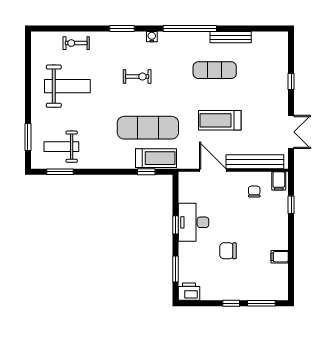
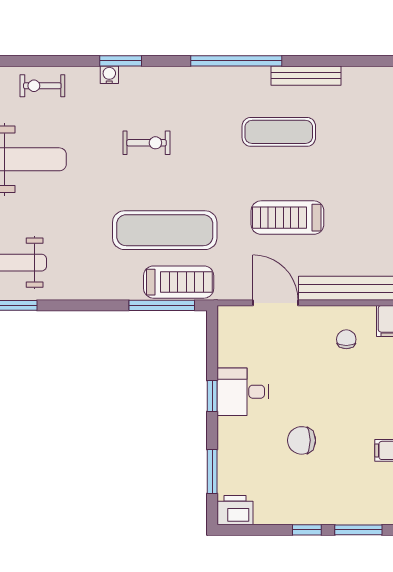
water cooler: (152, 37) -> (109, 75), moved
window: (146, 172) -> (162, 305), width x2.17
desk: (194, 222) -> (243, 392), width x0.73

